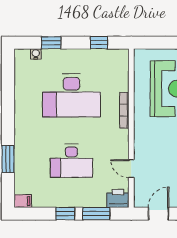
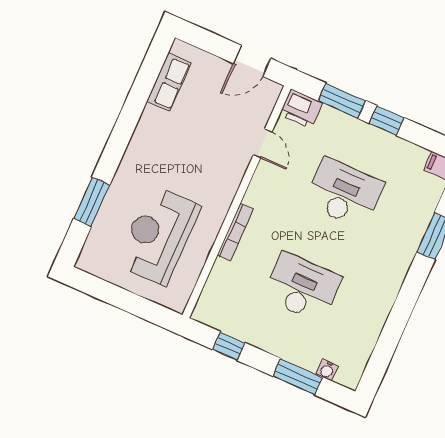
window: (51, 43) -> (298, 377), width x1.50
desk: (72, 95) -> (302, 287), width x0.73, depth x0.77

